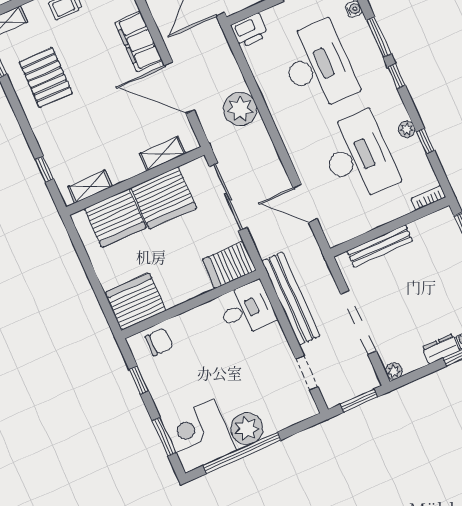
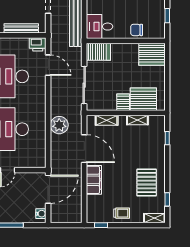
printer: (249, 31) -> (38, 44), moved, turned 180
shelving: (90, 187) -> (137, 120), moved
server rack: (164, 198) -> (123, 102), width x0.46, depth x0.70
chair: (159, 342) -> (137, 30), moved

